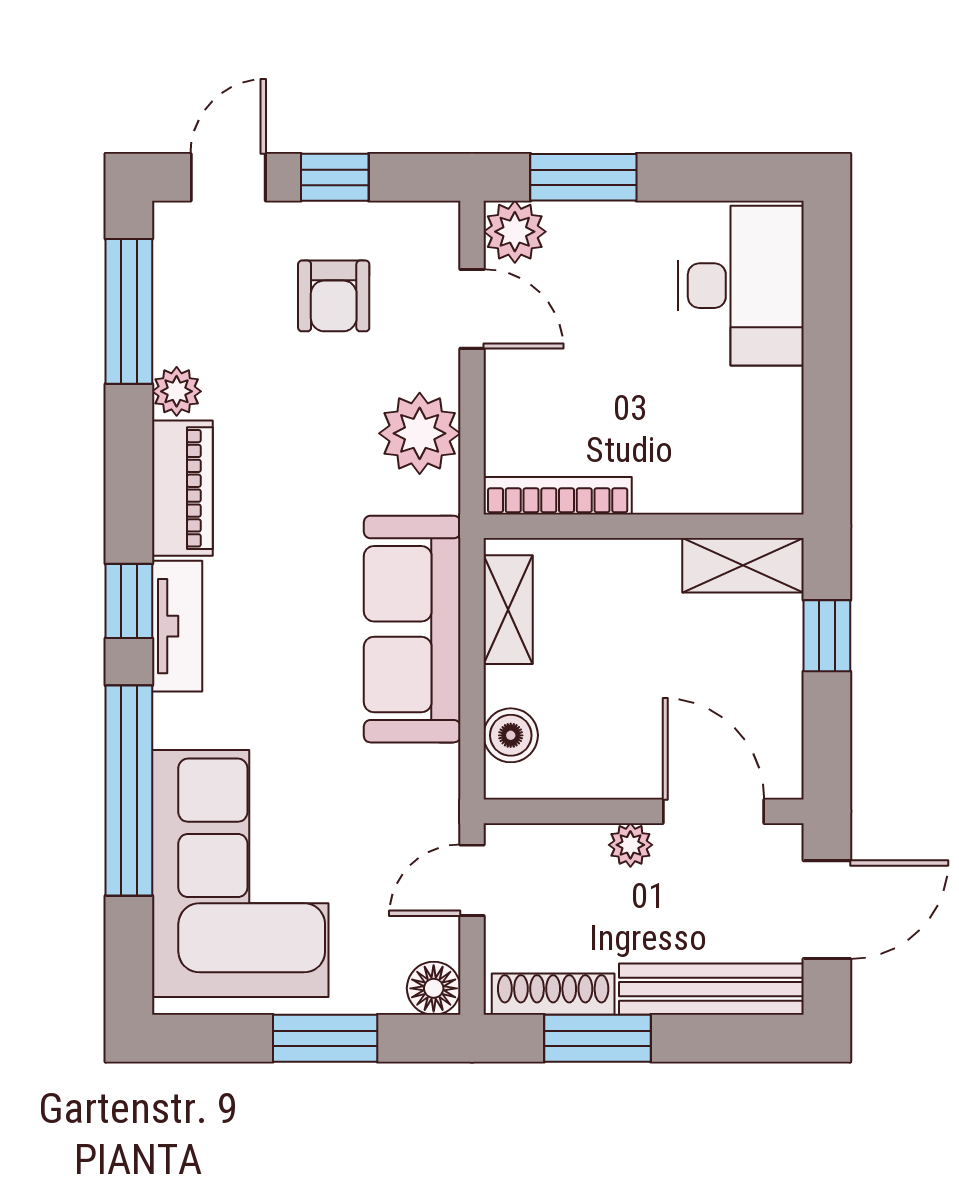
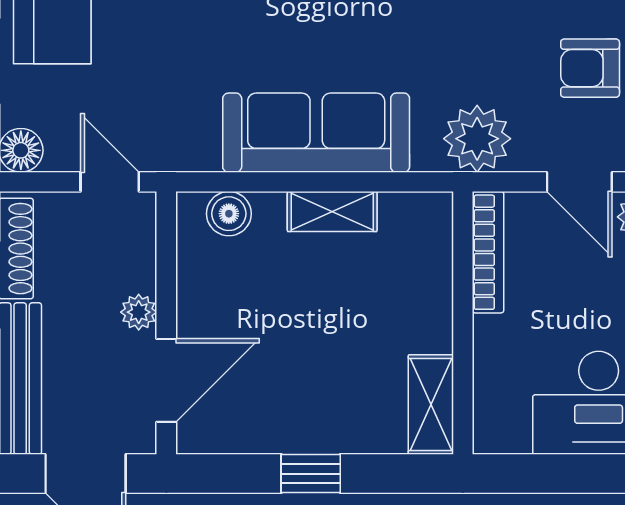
door: (472, 309) -> (579, 182), hinge flipped
bookcase: (558, 496) -> (488, 252), moved
wall: (644, 526) -> (463, 323), moved
shelving: (743, 565) -> (431, 405), moved

